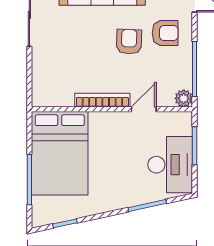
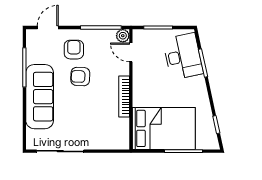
door: (144, 109) -> (131, 52), moved
desk: (170, 165) -> (183, 56), moved, turned 78

